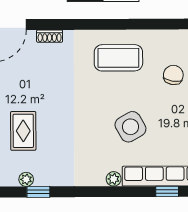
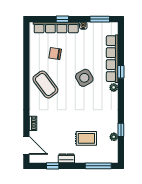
coffee table: (118, 58) -> (45, 85), turned -37
window: (167, 191) -> (121, 72), moved

